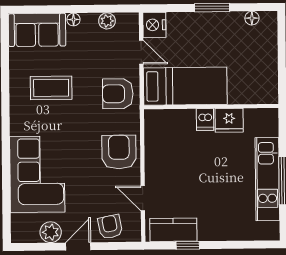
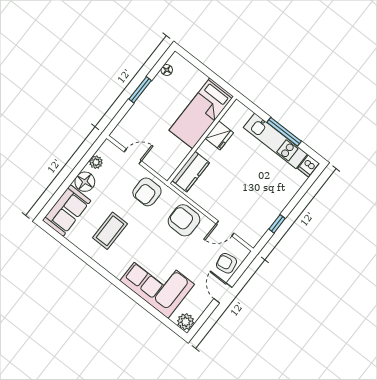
floor lamp: (73, 20) -> (85, 182), width x1.89, depth x1.89
nightstand: (154, 25) -> (122, 135), removed
bed: (185, 86) -> (201, 113), moved, turned 180
dishwasher: (205, 120) -> (308, 166), moved, turned 90
kitchen counter: (173, 230) -> (191, 172), moved, turned 180
plant: (51, 232) -> (186, 322), moved

